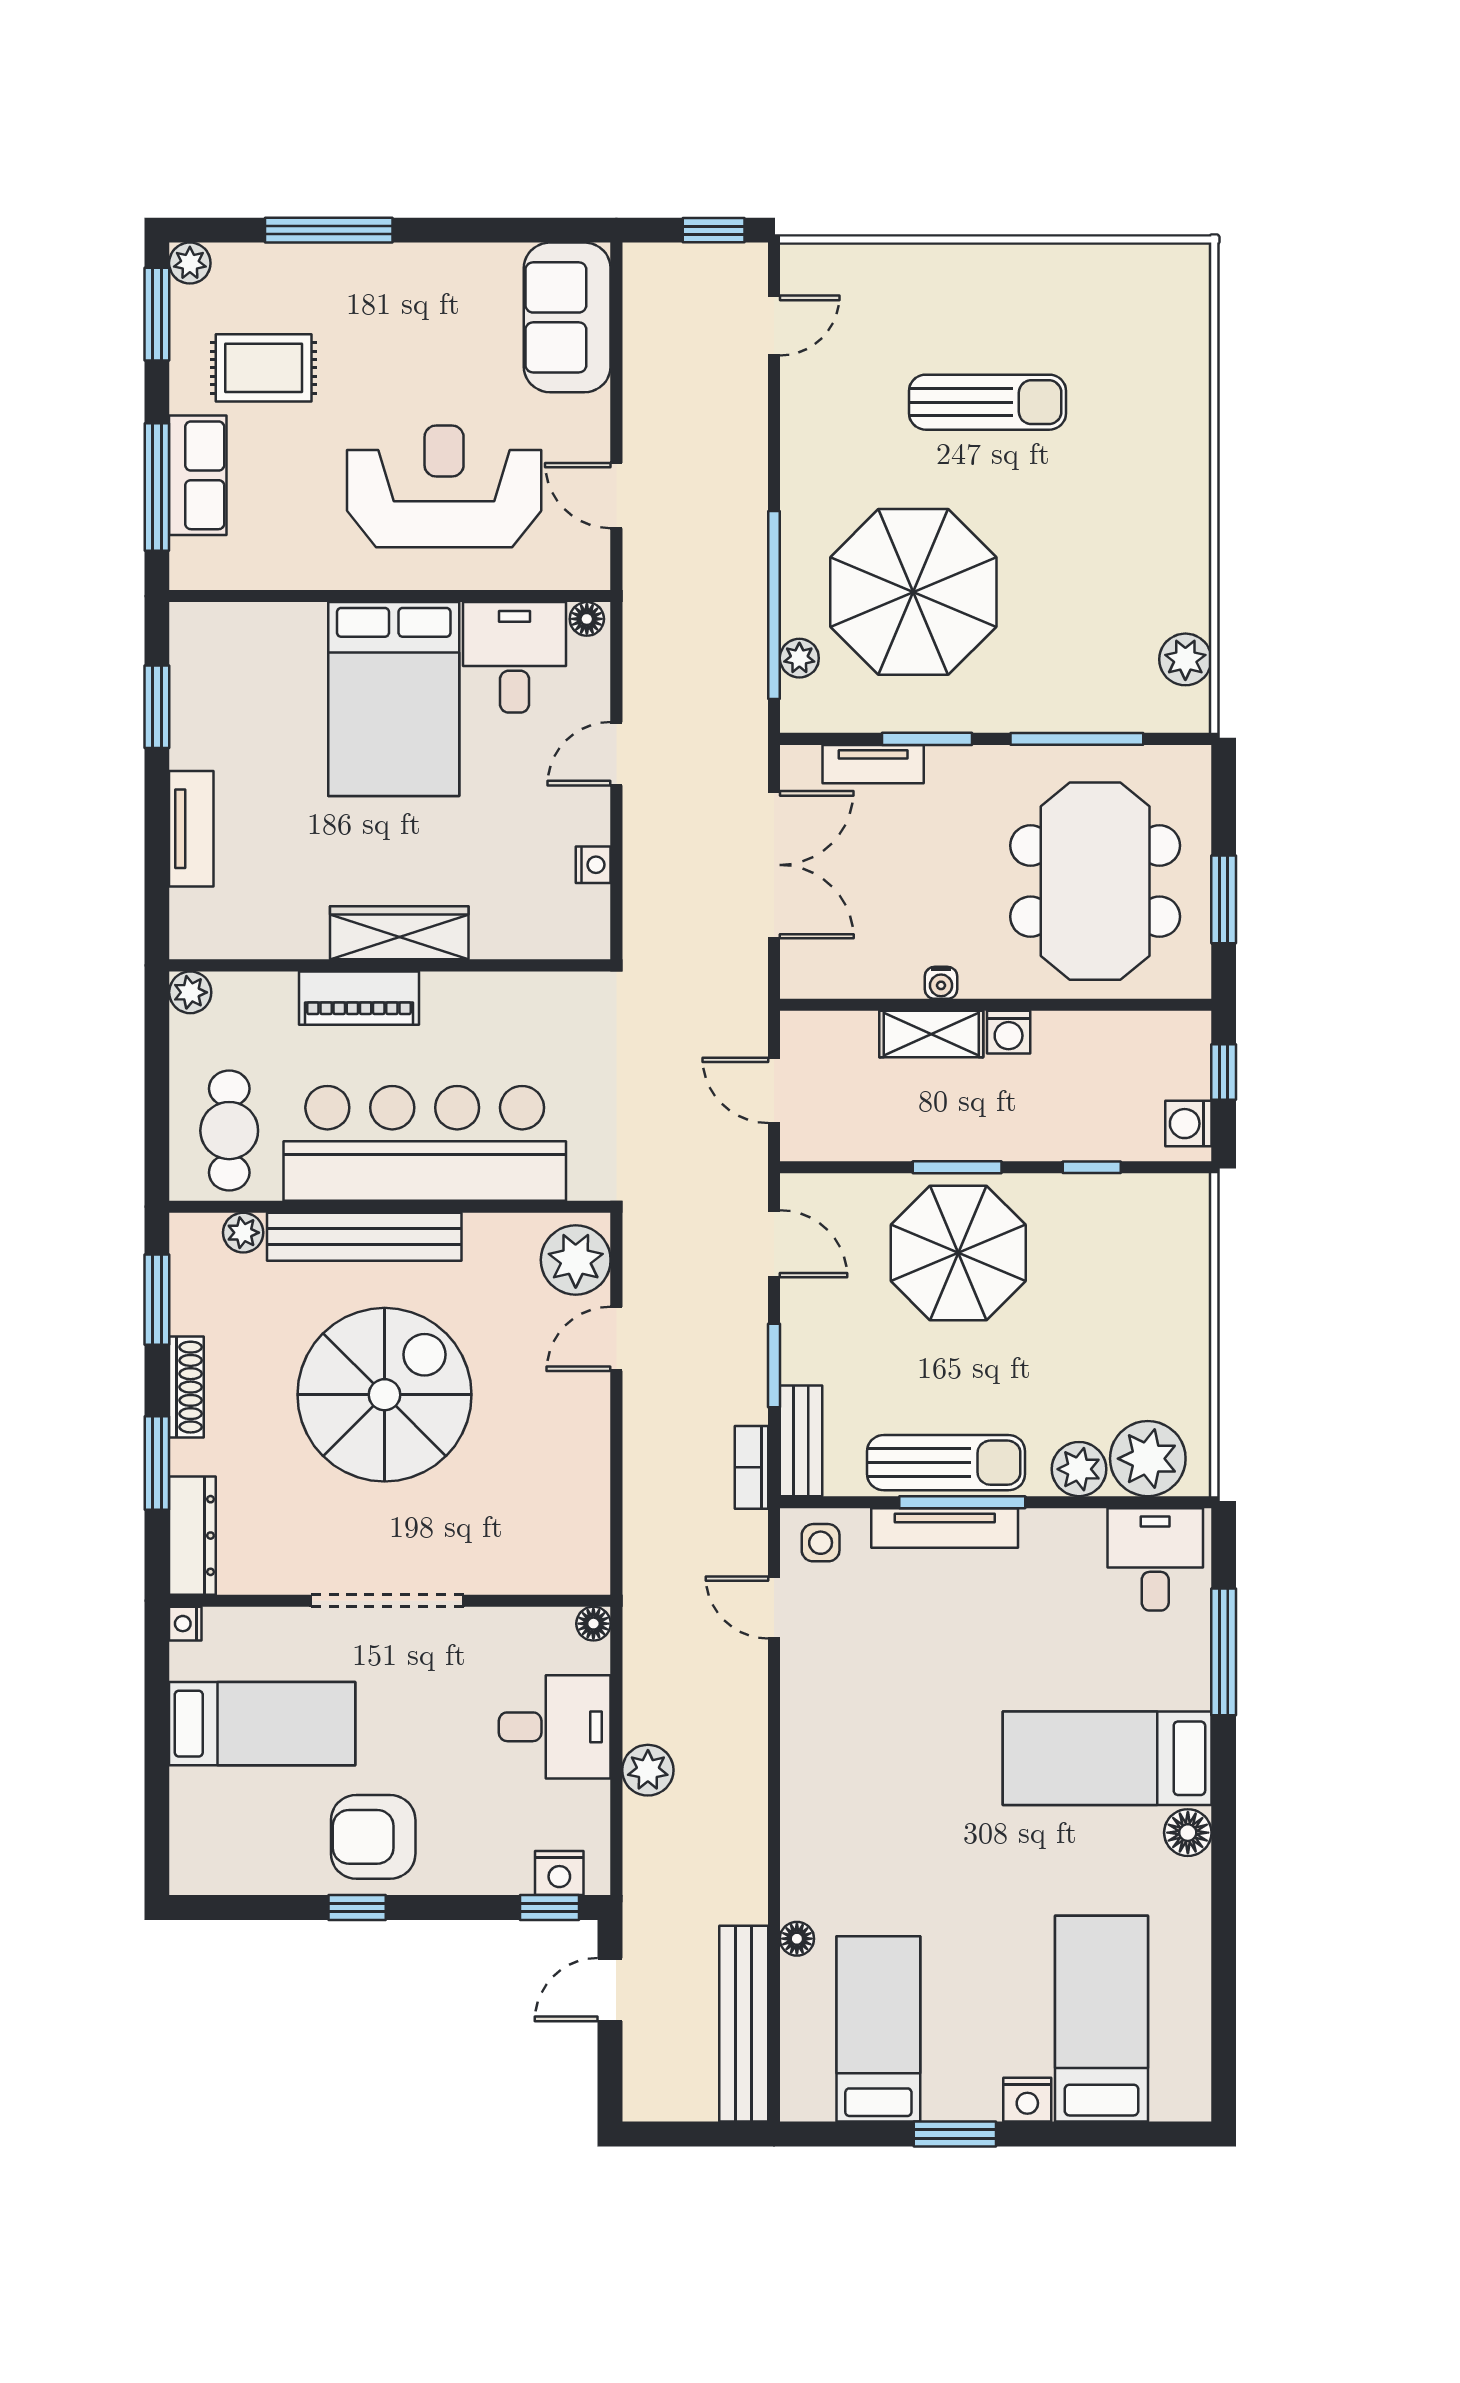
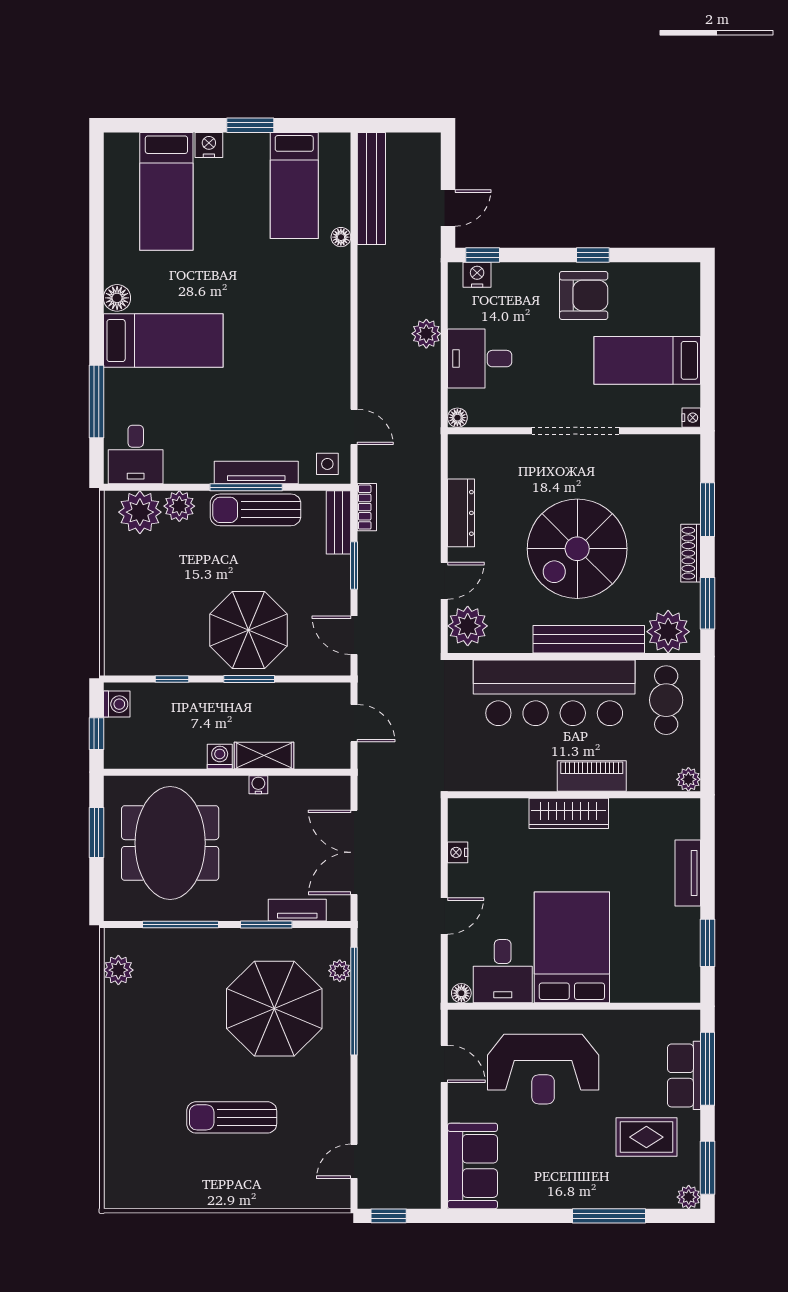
plant: (243, 1233) -> (668, 632), width x1.87, depth x1.87
dresser: (192, 1536) -> (461, 513), moved, turned 180

